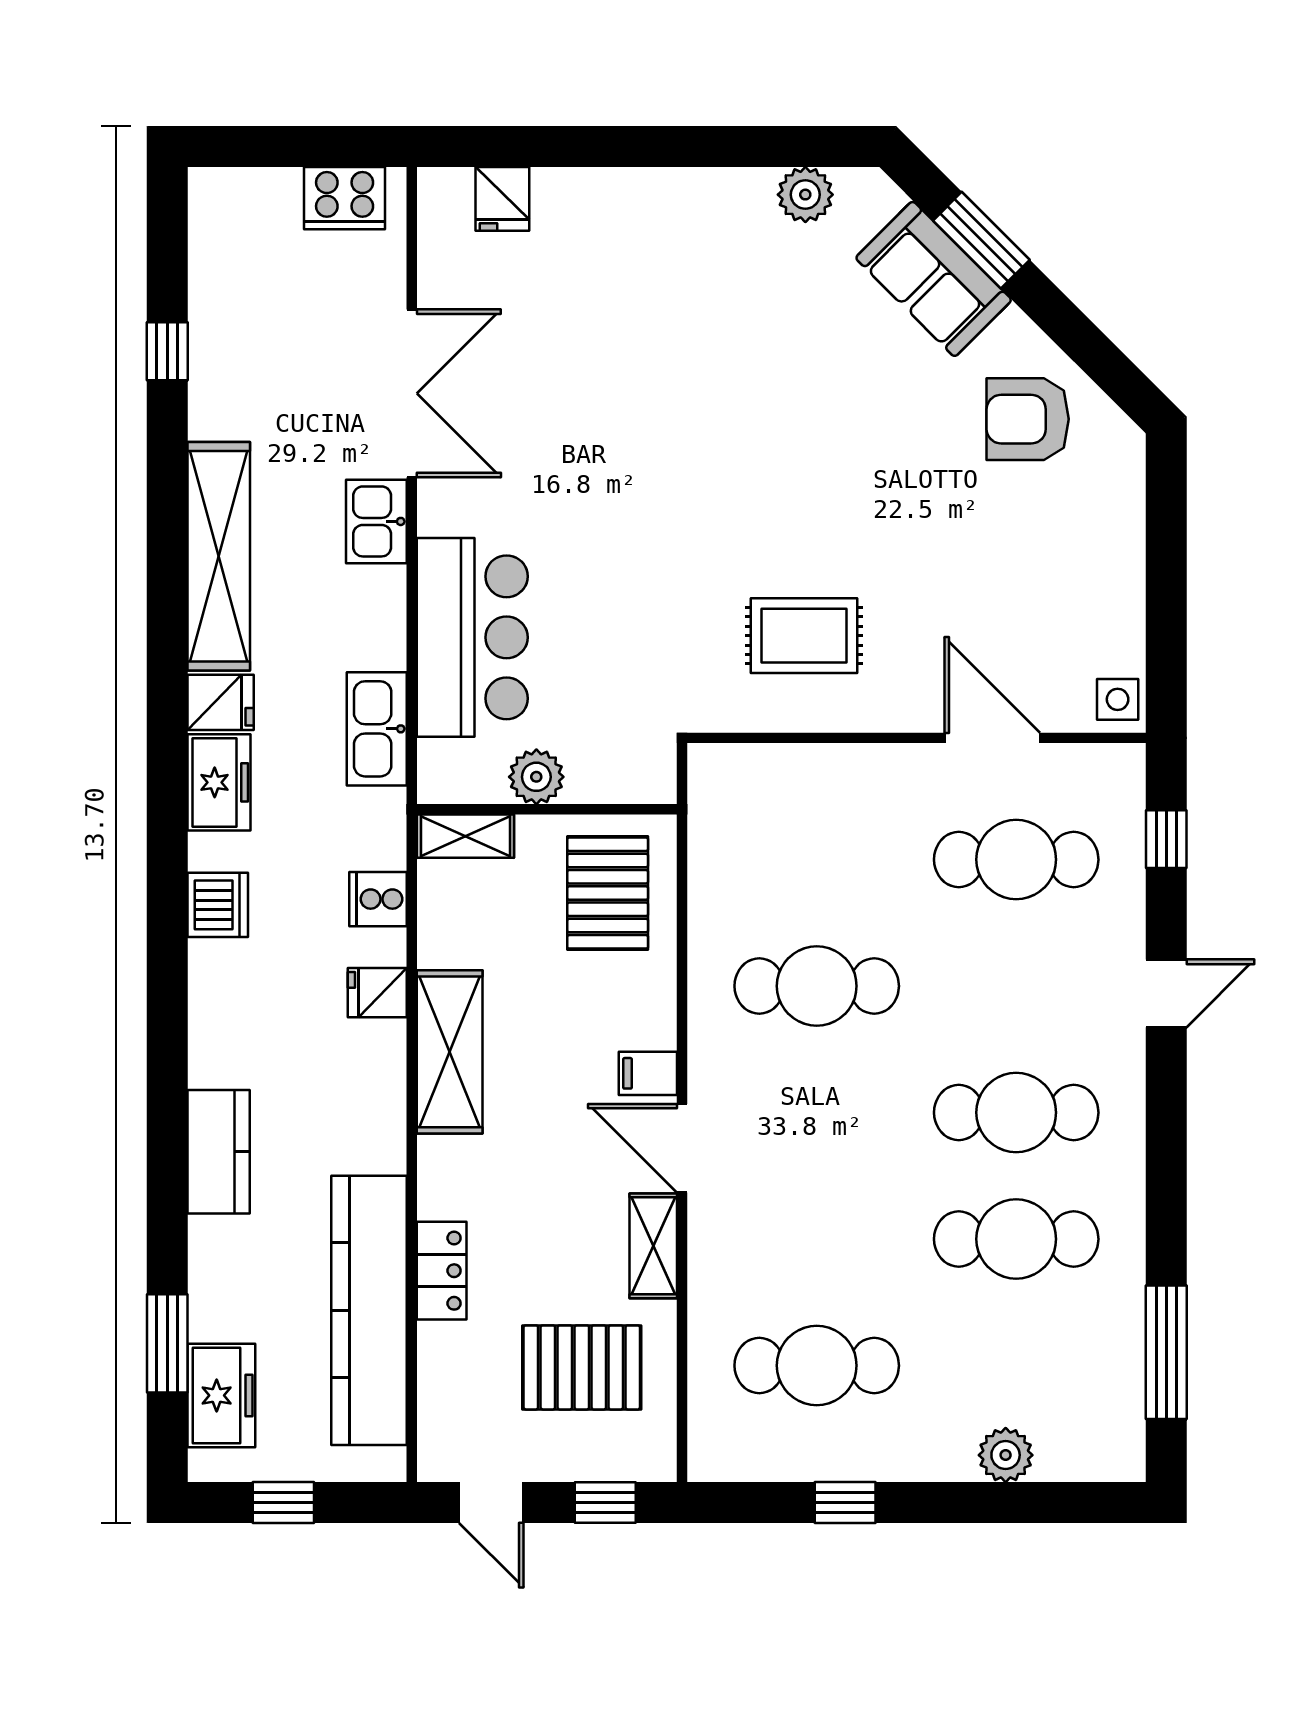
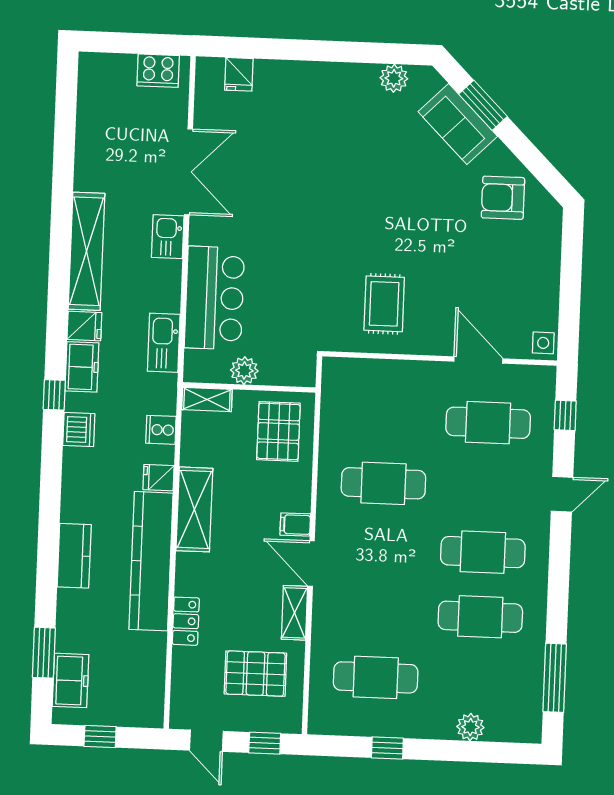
window: (167, 351) -> (54, 395), moved
rug: (804, 636) -> (384, 304), turned 90
kitchen counter: (369, 1310) -> (151, 561), moved

